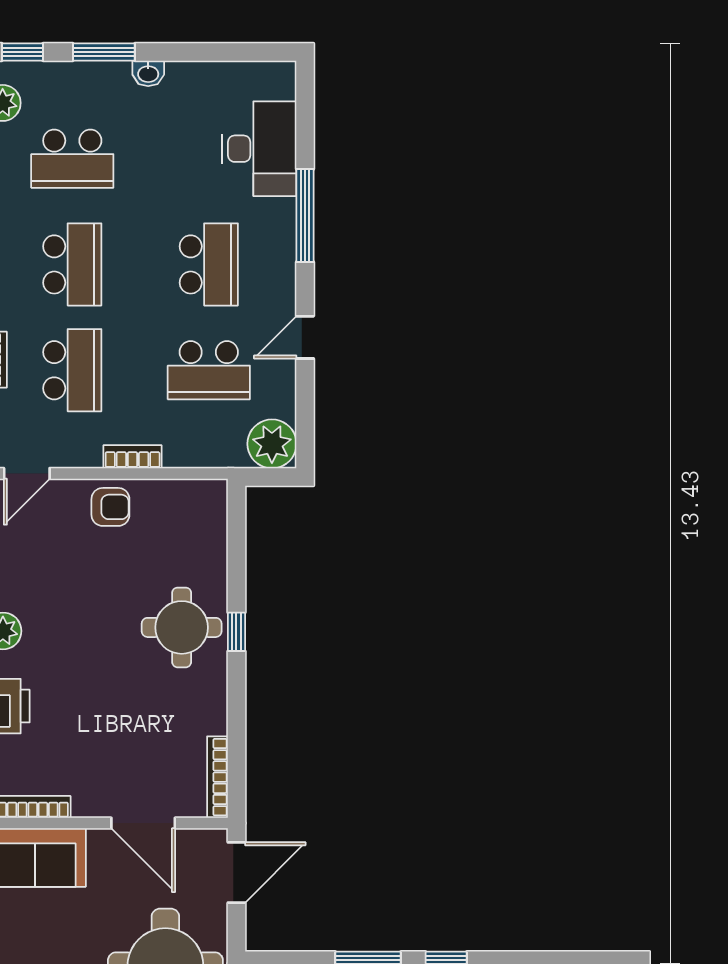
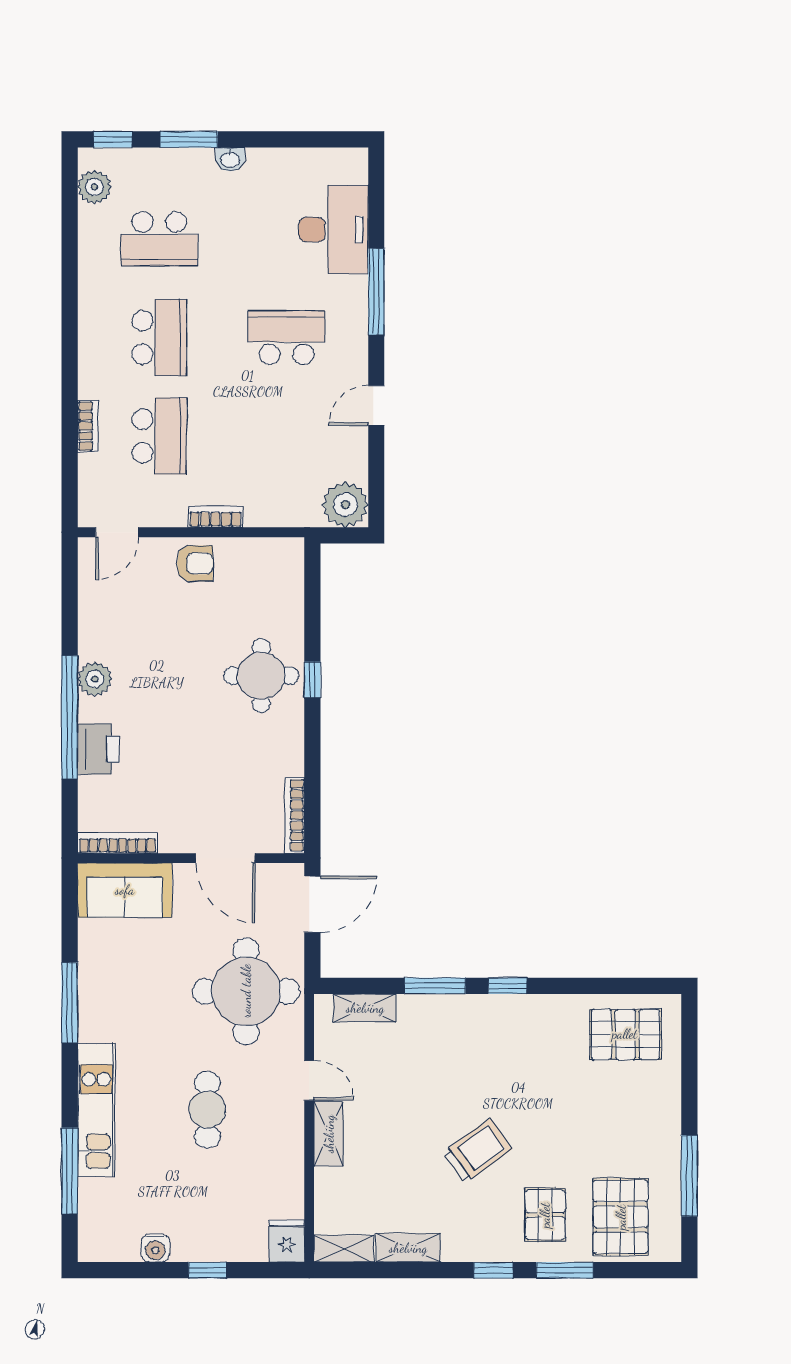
school desk: (209, 264) -> (287, 337), turned -90
school desk: (209, 370) -> (287, 436), removed

